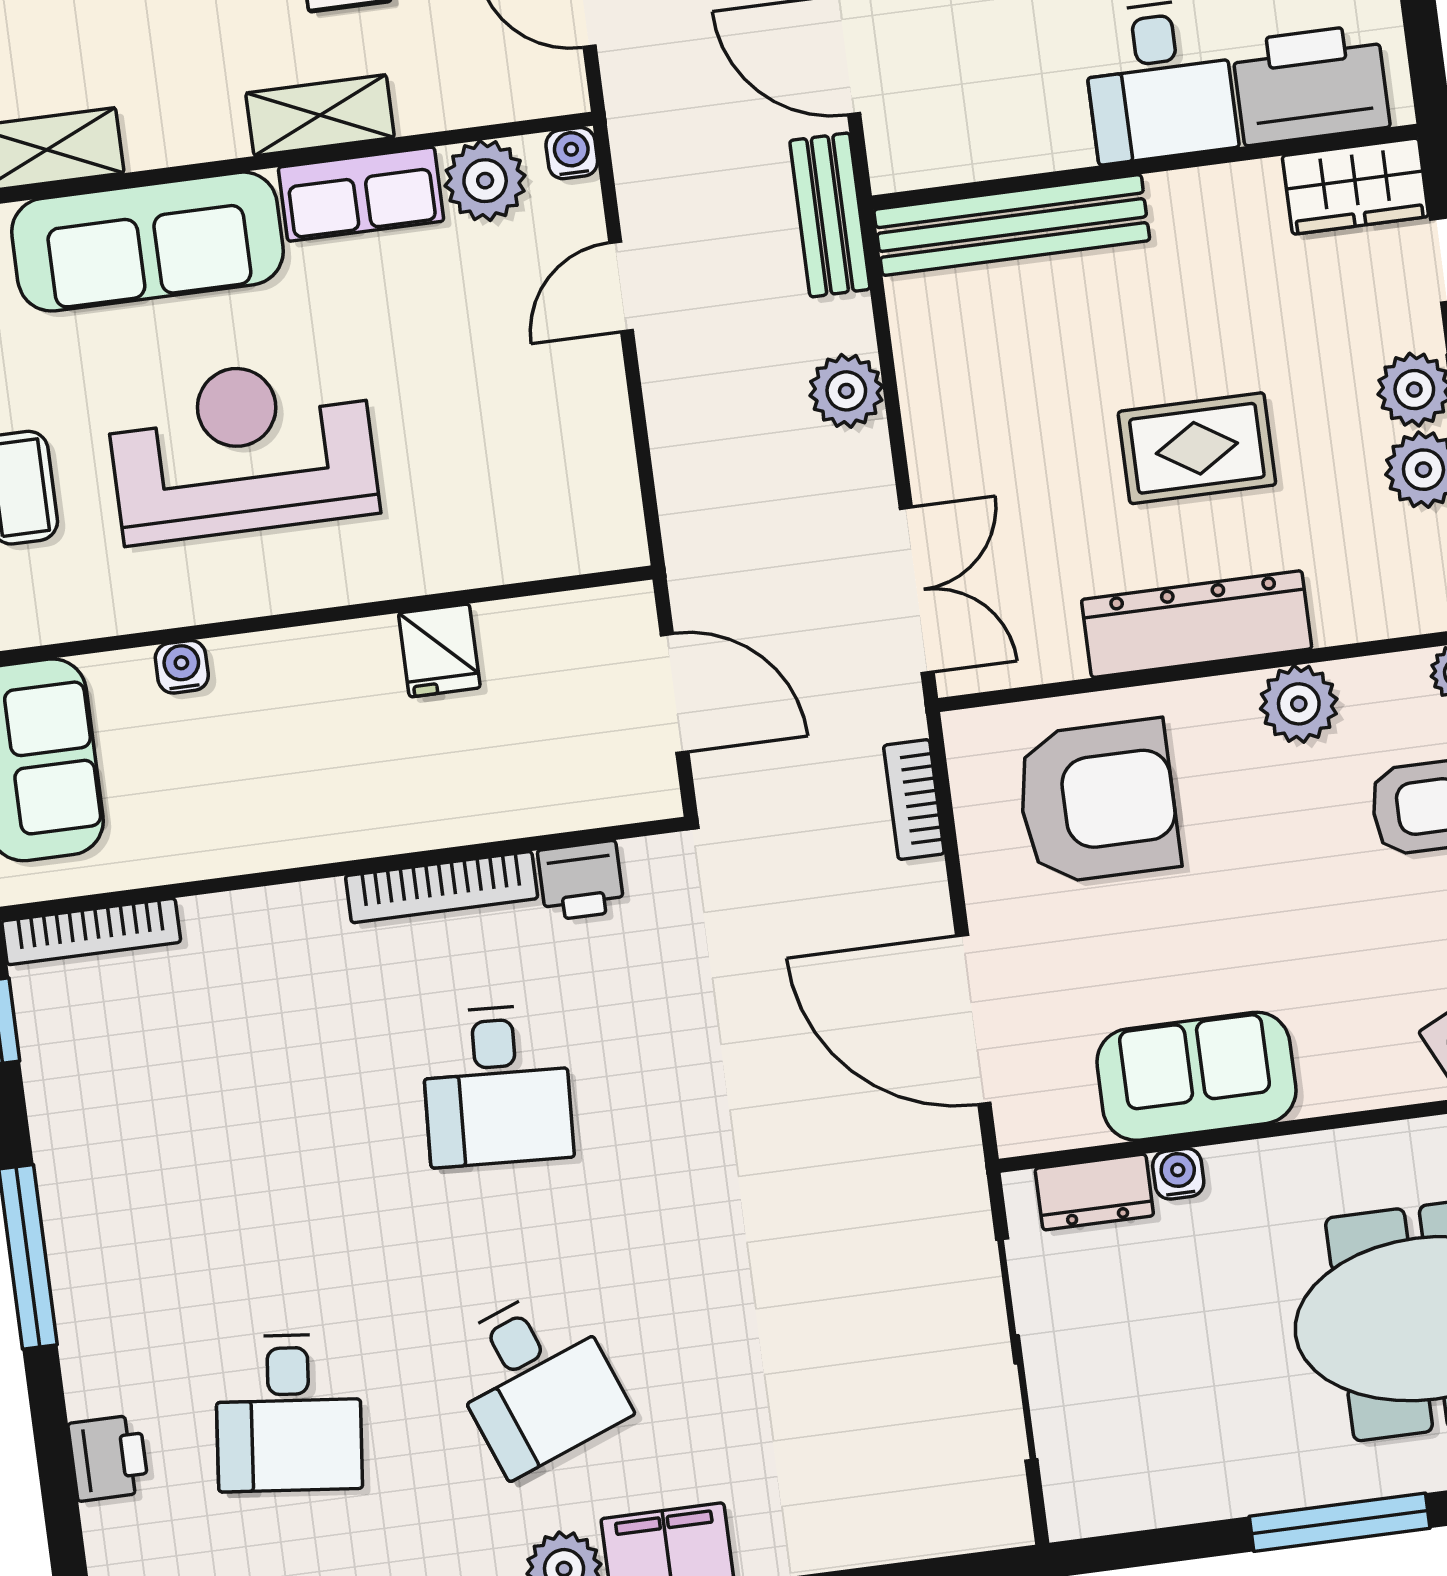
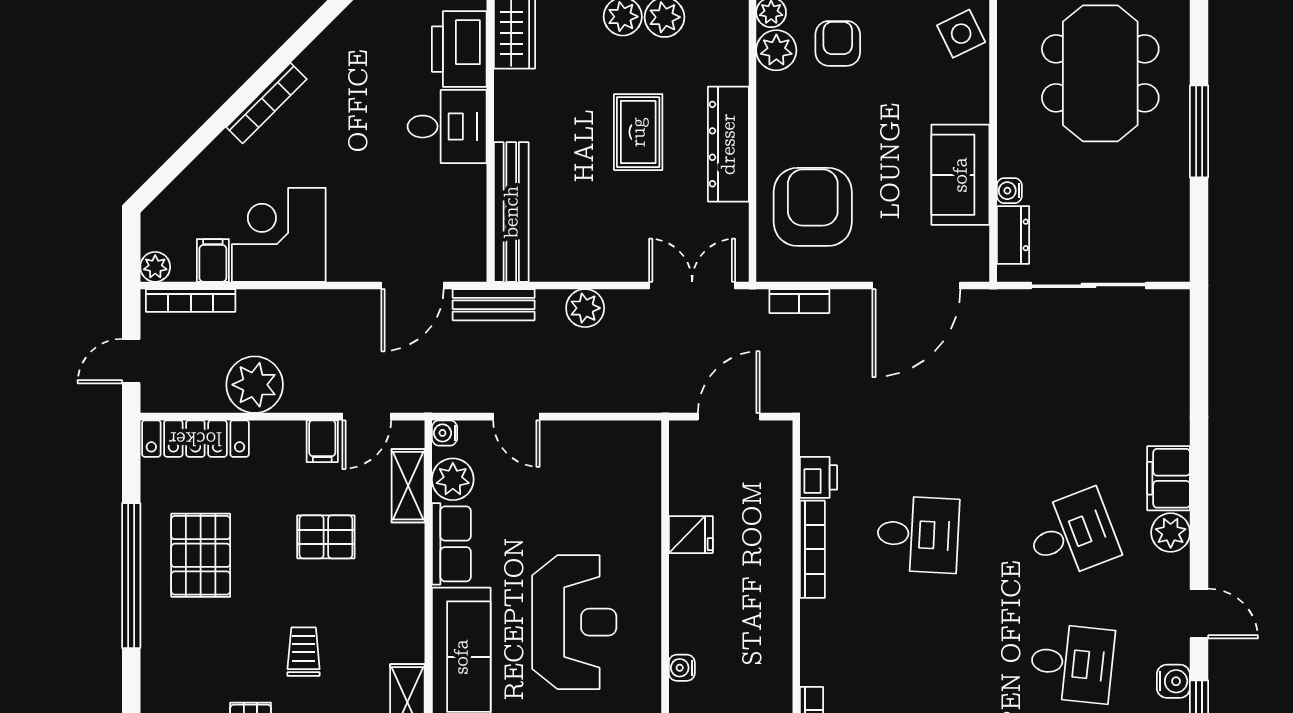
shelving: (320, 115) -> (408, 486), moved
reception desk: (242, 449) -> (574, 622), turned 180
plant: (1299, 704) -> (776, 50), moved

